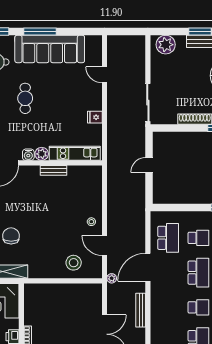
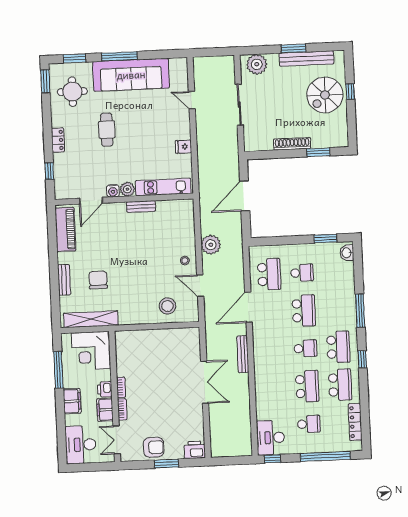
sliding door: (148, 103) -> (239, 105), moved
door: (149, 165) -> (245, 196), width x1.87
plant: (112, 278) -> (211, 245), moved, width x1.88, depth x1.88

